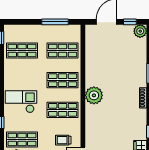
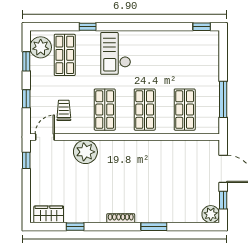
shop shelf: (22, 50) -> (185, 55), removed
plant: (94, 95) -> (85, 152), moved
checkout: (21, 102) -> (116, 53), turned 180

